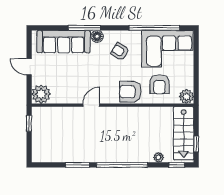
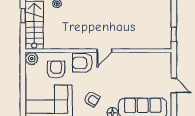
armchair: (130, 92) -> (82, 63), turned 180
plant: (41, 94) -> (163, 61), removed
door: (91, 105) -> (104, 51), moved

